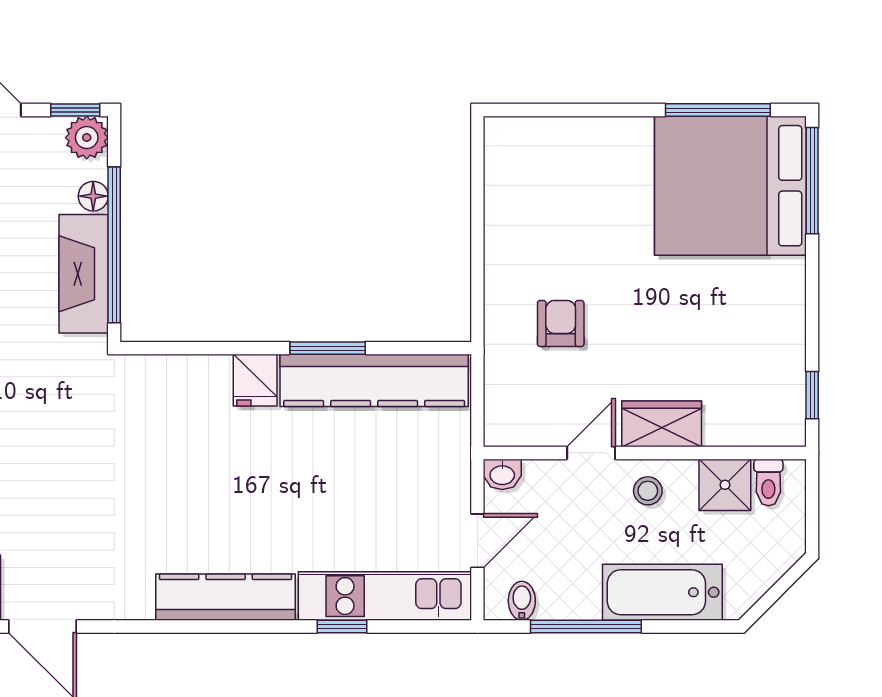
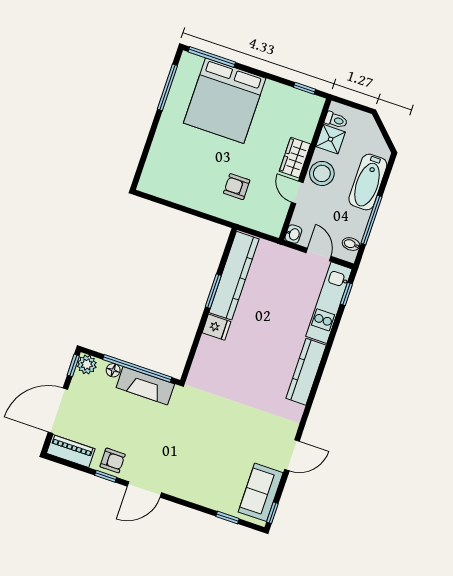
bed: (730, 186) -> (225, 101), moved
stool: (648, 491) -> (322, 173), width x1.89, depth x1.89
window: (342, 626) -> (346, 294), moved

